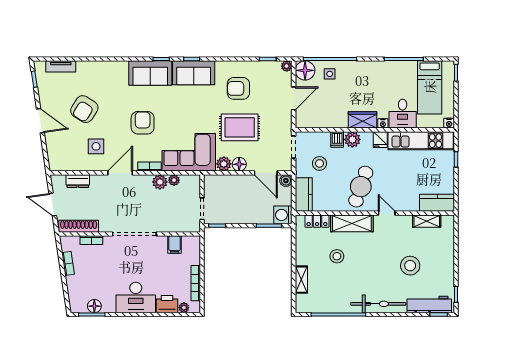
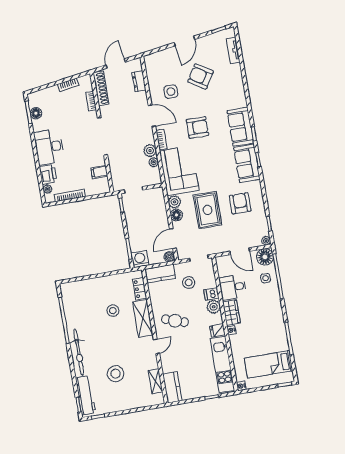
desk: (403, 114) -> (233, 287), moved
cafe table: (361, 187) -> (175, 321), width x0.73, depth x0.74
shelving: (301, 280) -> (88, 284), removed

